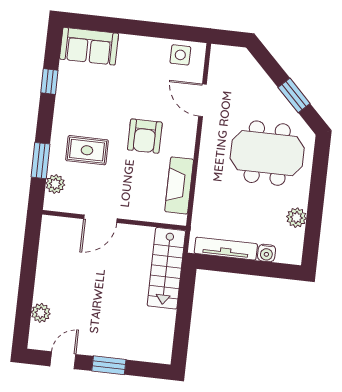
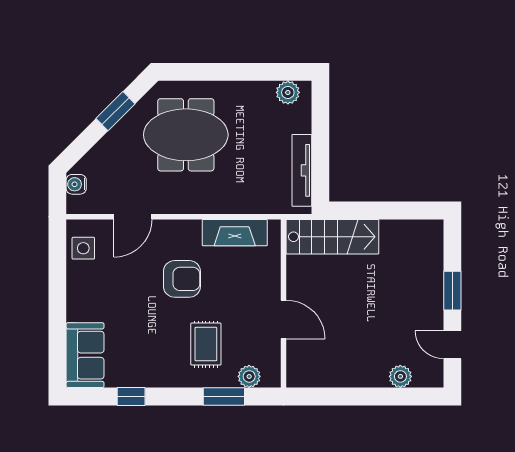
meeting table: (267, 153) -> (186, 135), turned 90
plant: (296, 218) -> (288, 92), moved
water cooler: (267, 253) -> (76, 184), moved, turned 180

